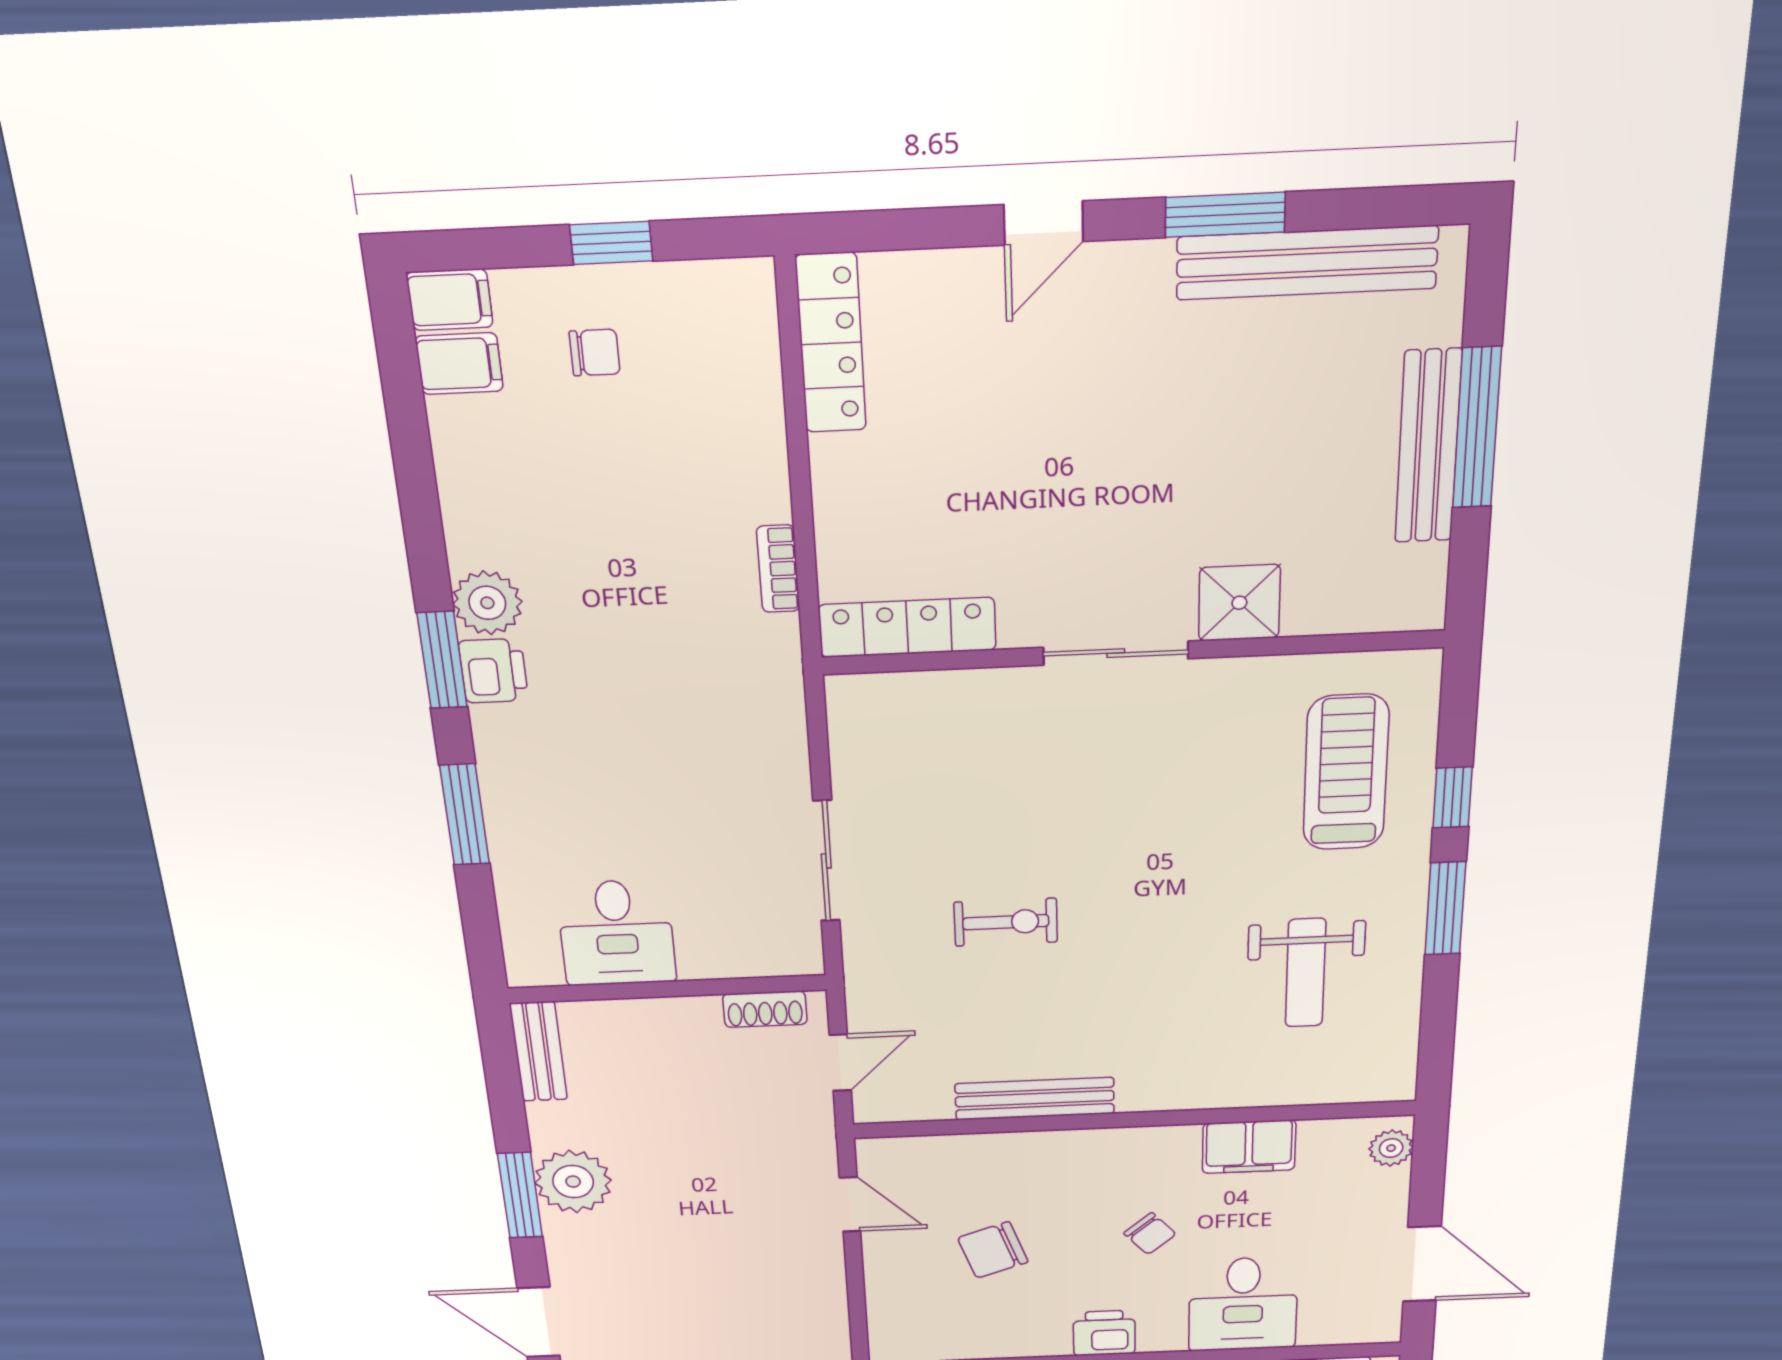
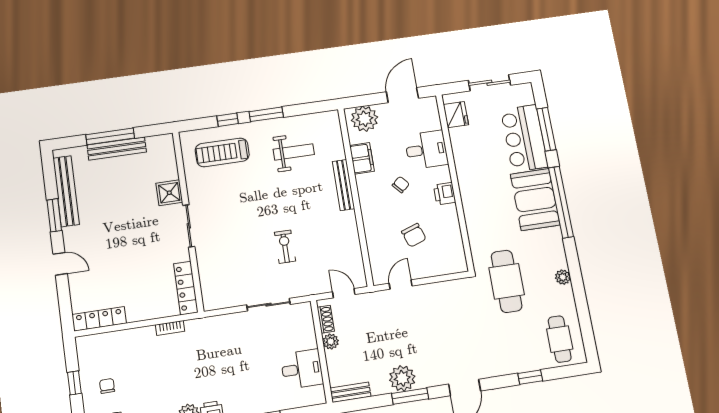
plant: (696, 1016) -> (331, 341), added
bench: (1035, 1099) -> (343, 185), moved
plant: (1391, 1148) -> (364, 119), width x1.87, depth x1.87

